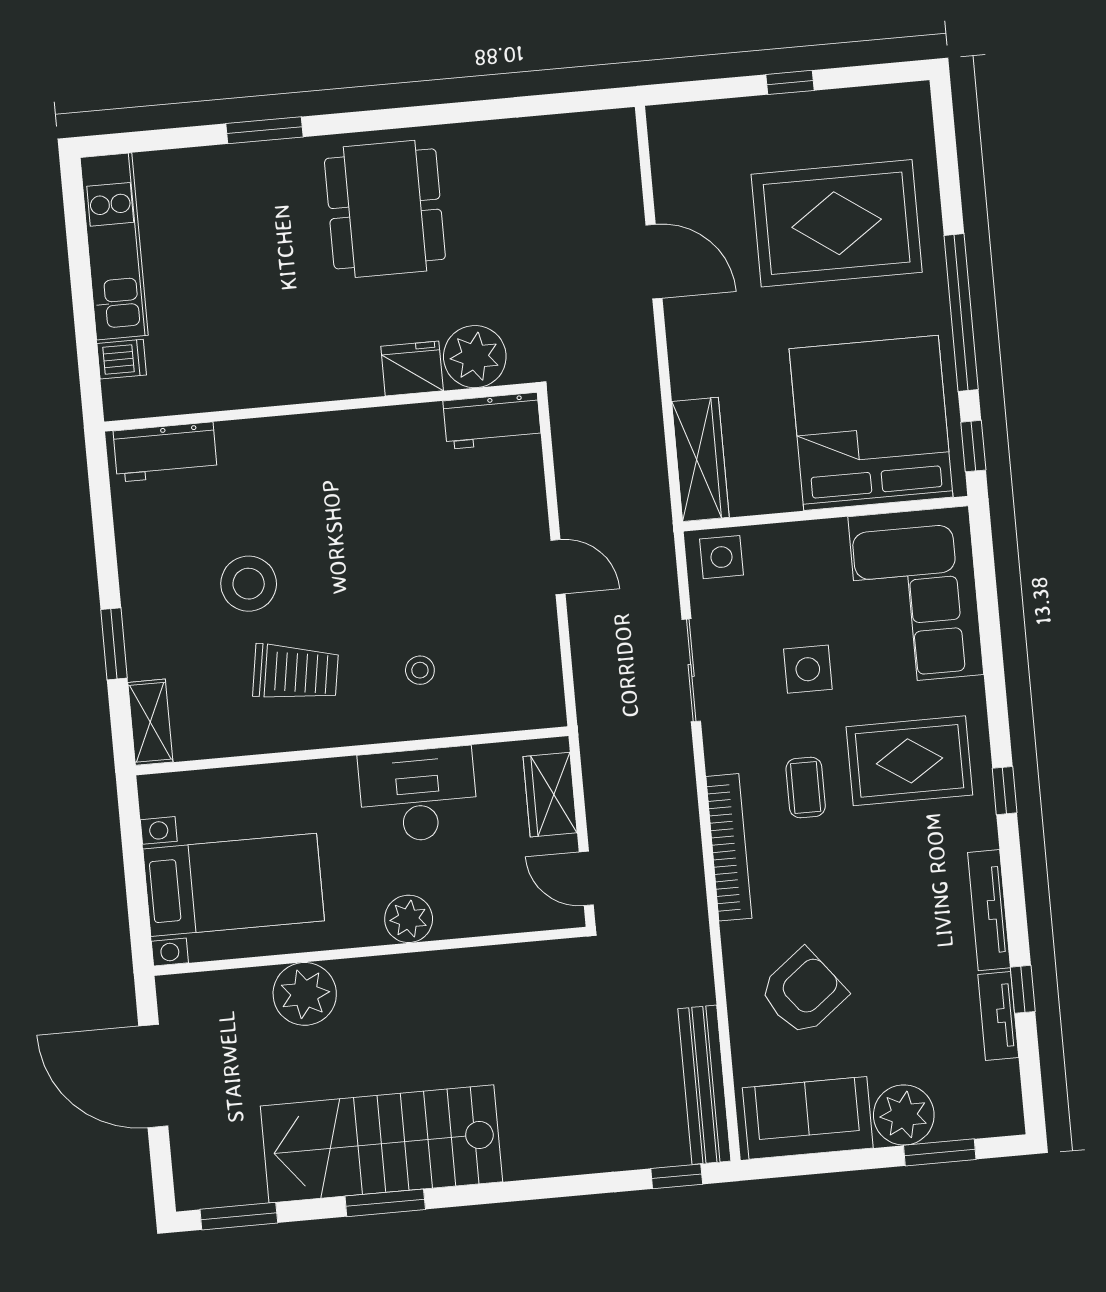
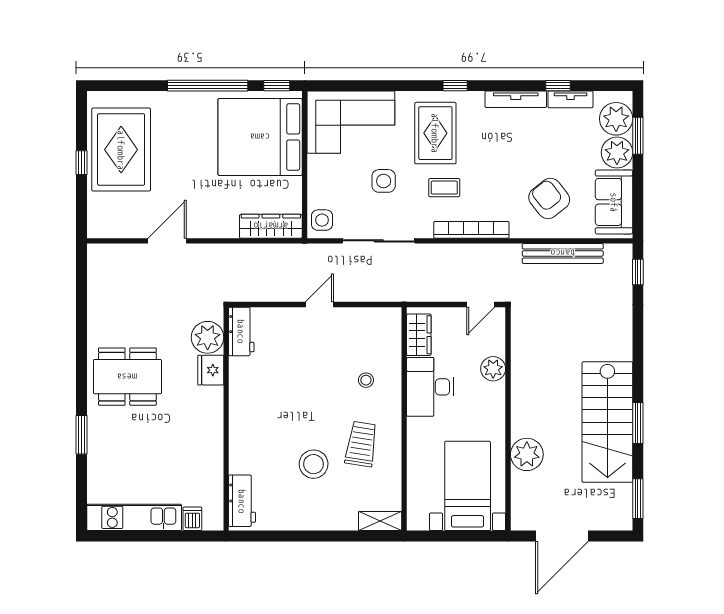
rug: (837, 223) -> (121, 150), moved
window: (114, 644) -> (338, 536), removed
sliding door: (691, 670) -> (379, 241), width x1.37
wardrobe: (550, 795) -> (419, 335), moved, turned -90
plant: (409, 919) -> (493, 369), moved
bench: (704, 1085) -> (563, 253), moved
plant: (969, 1107) -> (616, 119), added

